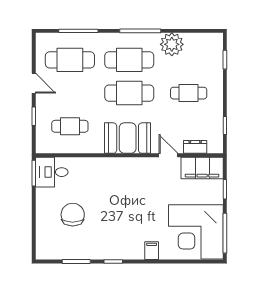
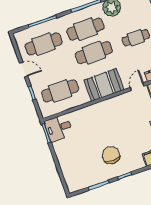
cafe table: (70, 126) -> (60, 91), width x1.37, depth x1.35
door: (168, 155) -> (137, 87), hinge flipped
chair: (73, 215) -> (111, 155), moved

